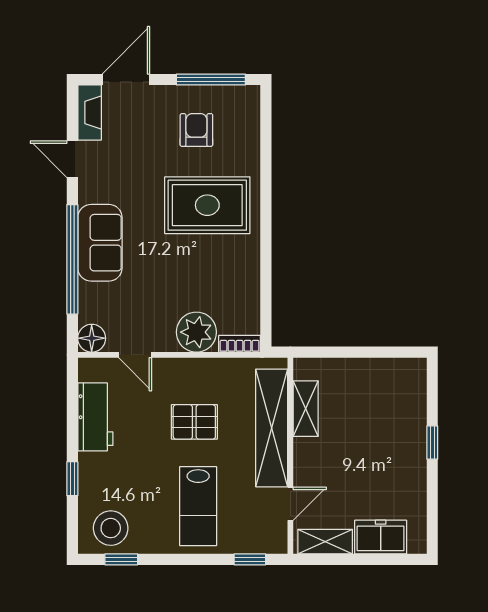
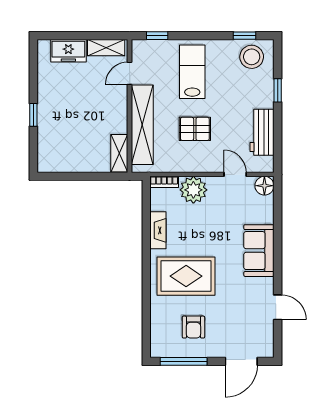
fireplace: (90, 112) -> (158, 230), moved, turned 180
window: (72, 259) -> (278, 239), removed
shelving: (306, 409) -> (119, 153), moved

